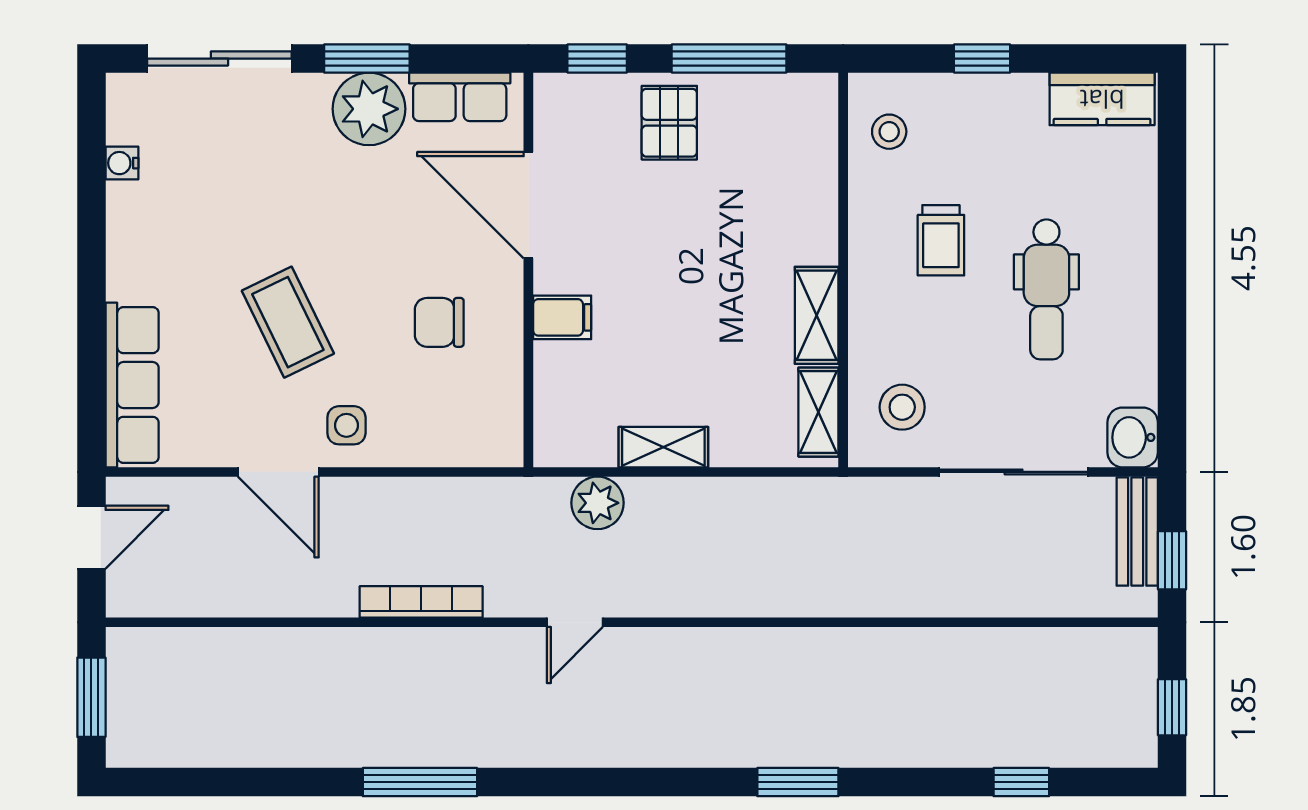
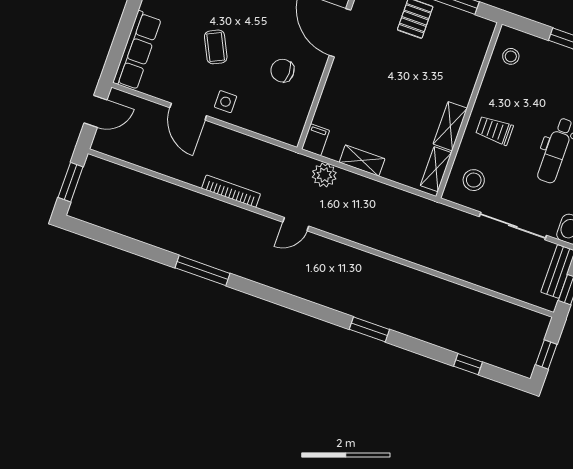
trolley: (941, 240) -> (494, 130), moved, turned 90
filing cabinet: (562, 317) -> (316, 140), moved, turned -90
coffee table: (288, 322) -> (216, 47), width x0.73, depth x0.77

